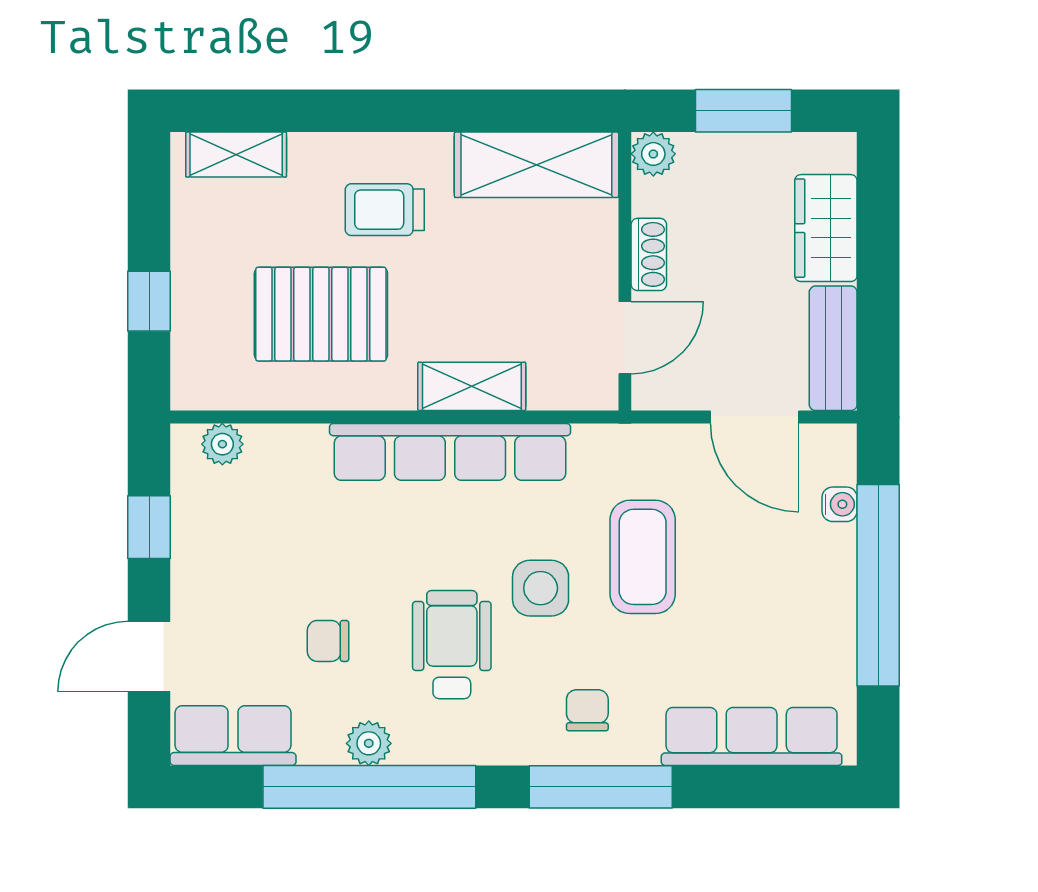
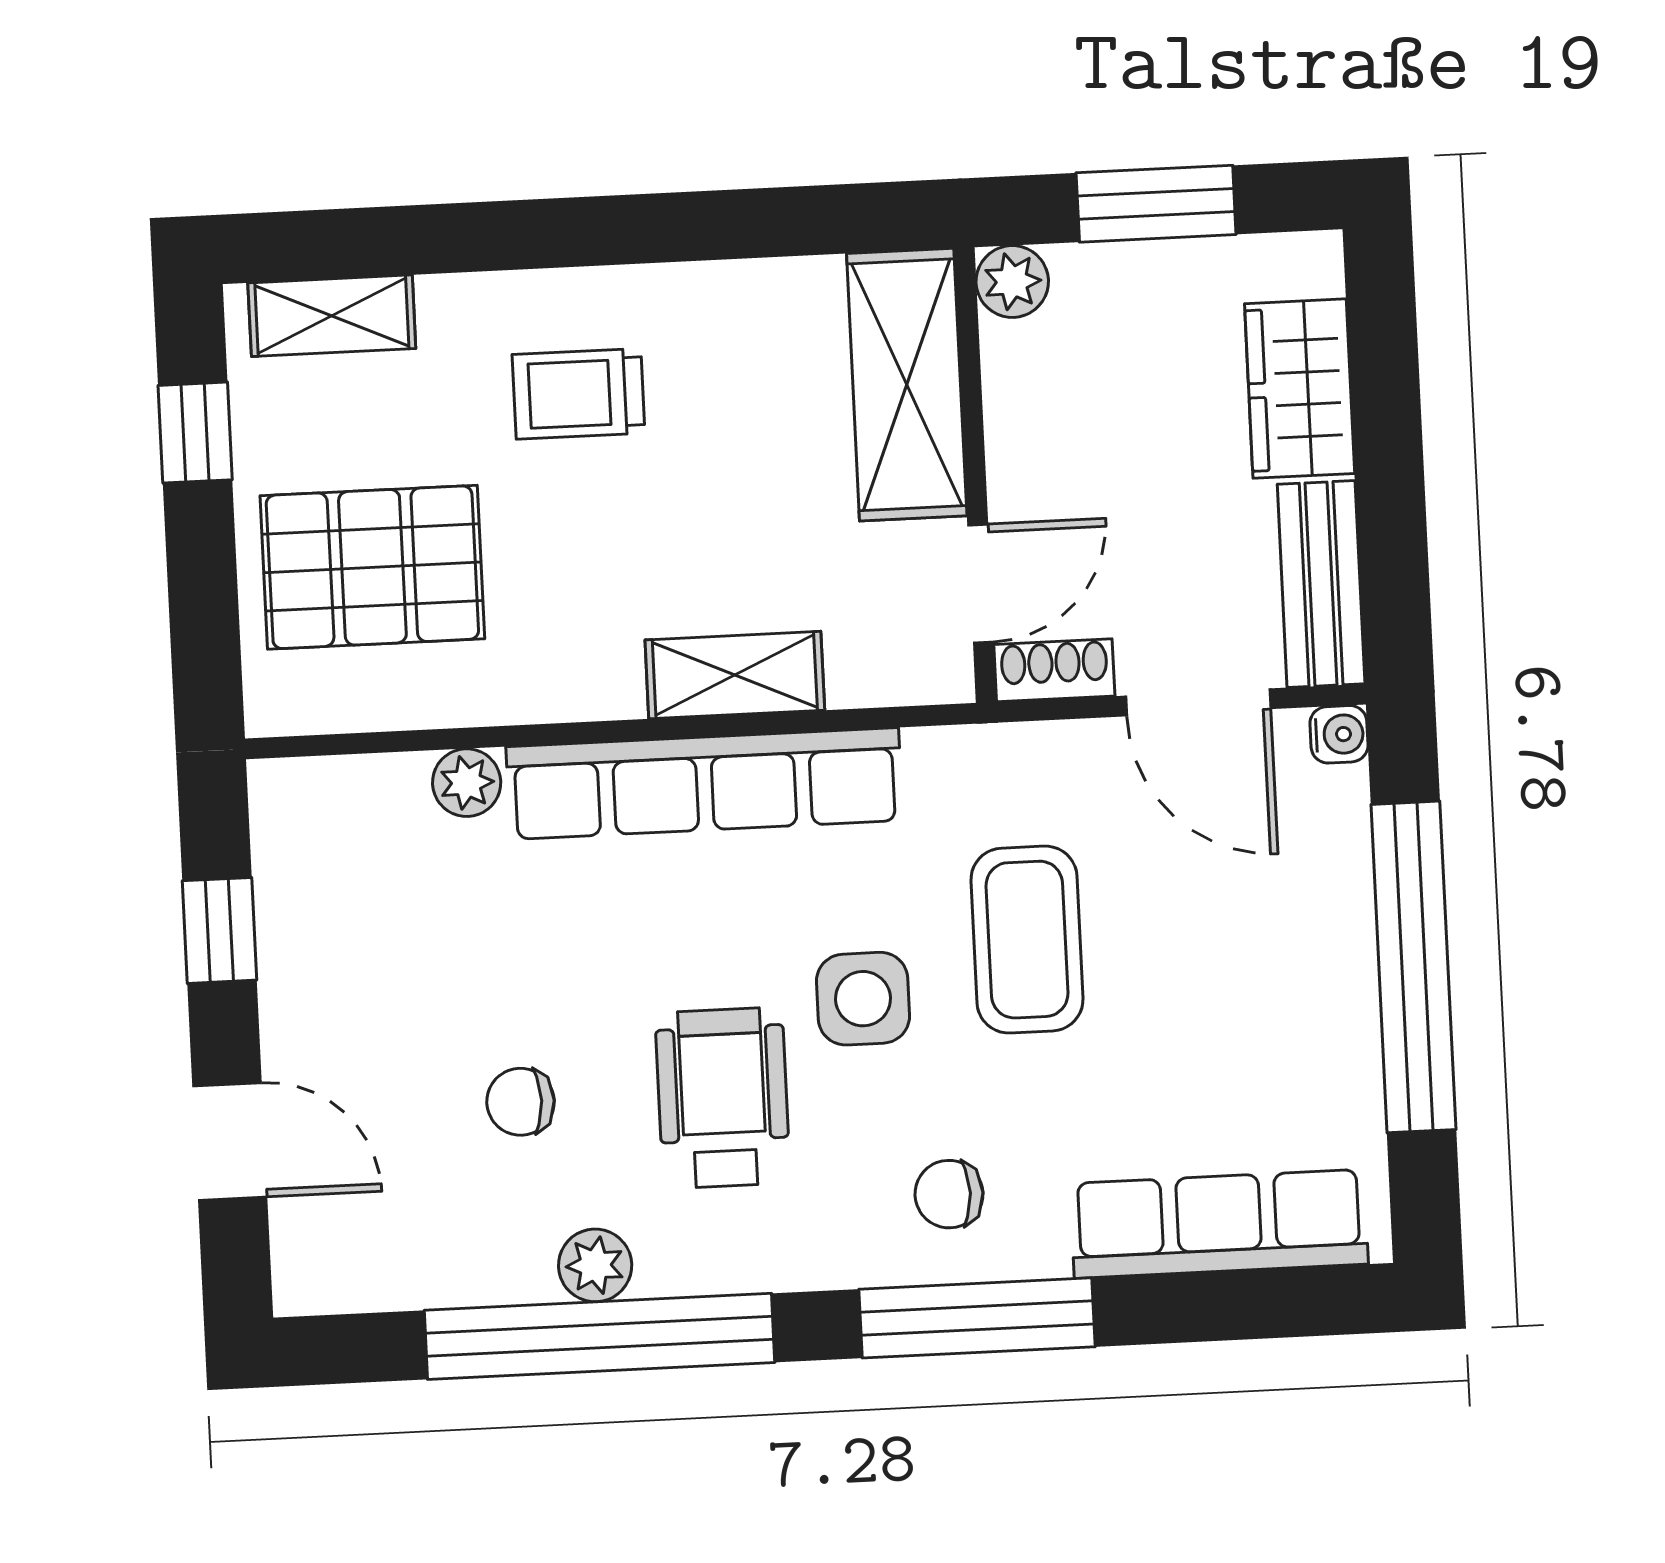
shelving: (536, 165) -> (907, 385), moved, turned 90
shoe rack: (649, 254) -> (1054, 670), moved, turned -90
window: (149, 301) -> (195, 433), moved
pallet: (321, 314) -> (372, 567), moved
plant: (222, 444) -> (467, 783), moved
water cooler: (840, 504) -> (1339, 734), moved
door: (149, 657) -> (230, 1141), swing flipped
chair: (587, 710) -> (949, 1194), turned -90
row of seats: (233, 736) -> (373, 1264), removed

